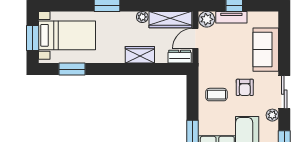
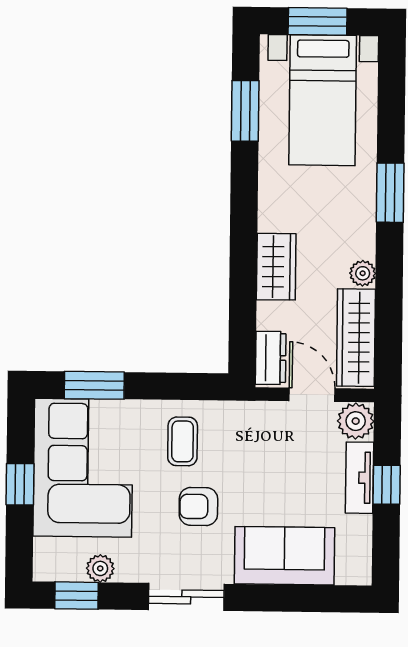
plant: (272, 115) -> (100, 568), moved

